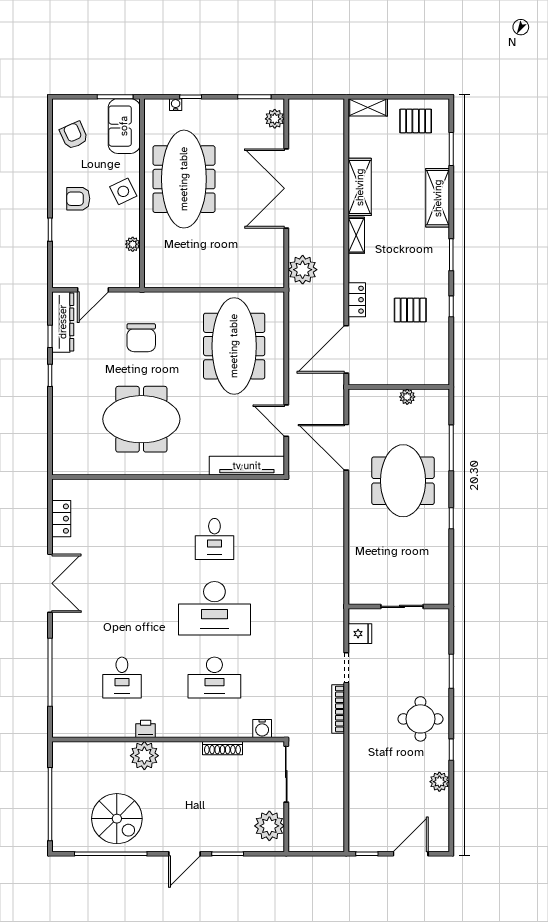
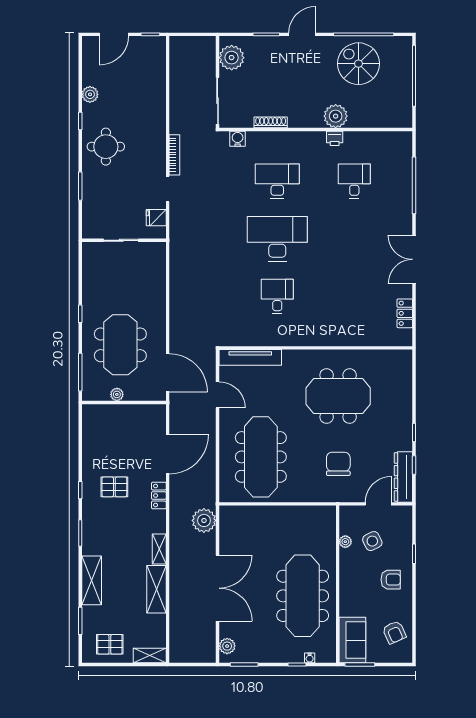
side table: (123, 191) -> (372, 541), moved
wall: (399, 387) -> (124, 402), moved
plant: (407, 397) -> (117, 394), moved

